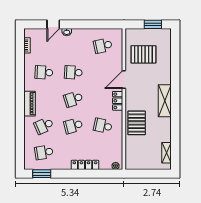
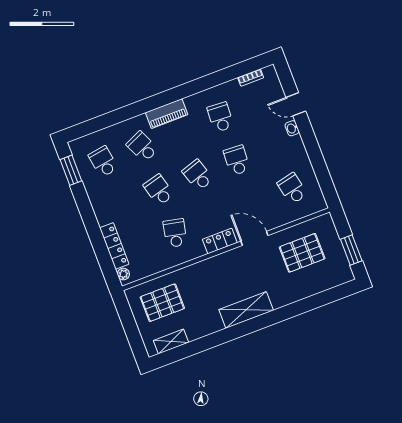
pallet: (143, 54) -> (302, 253), turned 90
pallet: (137, 123) -> (162, 303), moved
locker: (85, 165) -> (114, 246), moved

